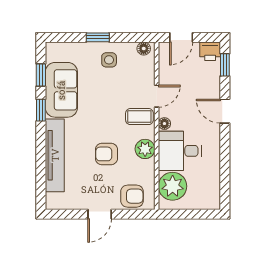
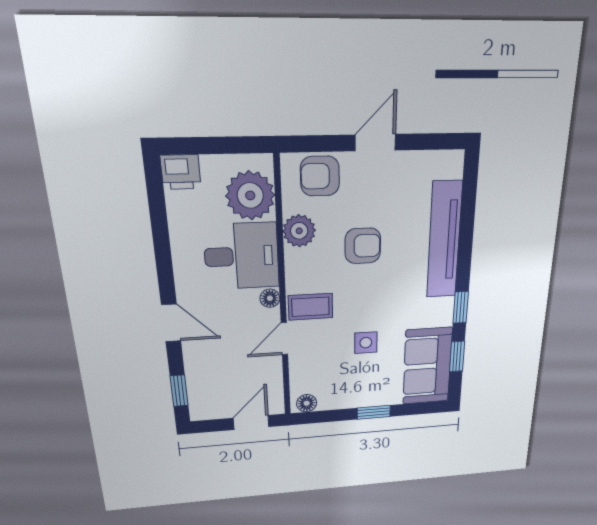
printer: (210, 51) -> (181, 172), moved, turned 180
side table: (109, 60) -> (366, 343), moved
sofa: (61, 90) -> (427, 366), moved
plant: (145, 149) -> (299, 231), moved

